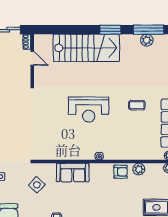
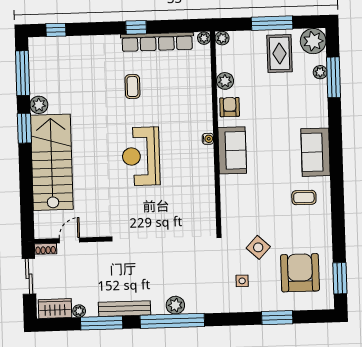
plant: (147, 40) -> (39, 105), moved
reception desk: (89, 110) -> (141, 156), turned 180
sofa: (73, 173) -> (232, 150), moved
side table: (37, 185) -> (258, 247), moved

